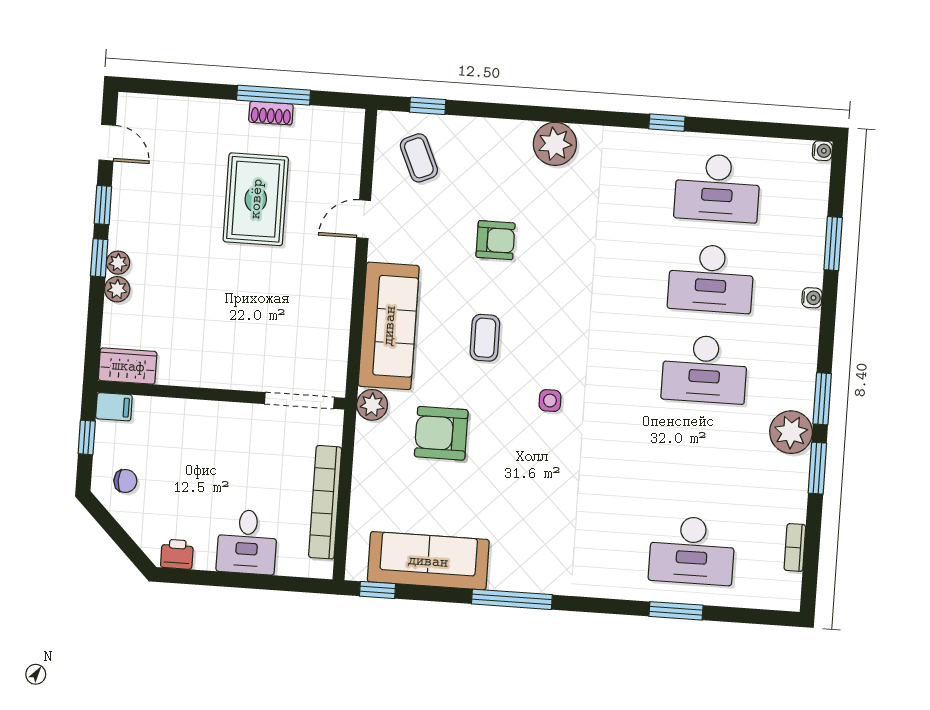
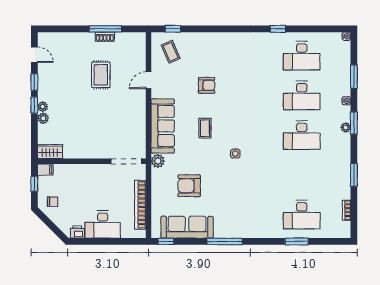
plant: (555, 144) -> (230, 42), removed
rug: (256, 199) -> (101, 75), width x0.73, depth x0.70
window: (822, 399) -> (354, 123), moved
plant: (791, 432) -> (346, 127), moved, width x0.53, depth x0.53
armchair: (441, 433) -> (189, 186), moved
desk: (247, 542) -> (103, 224), width x1.37

